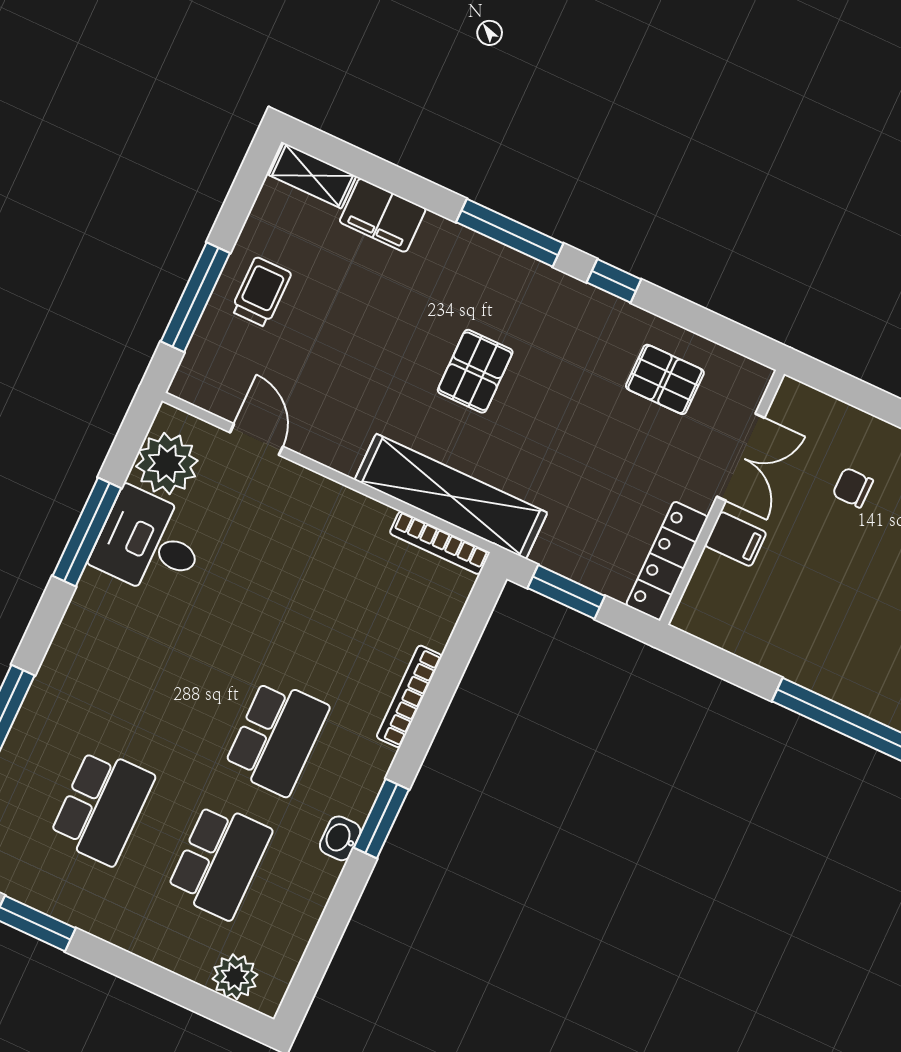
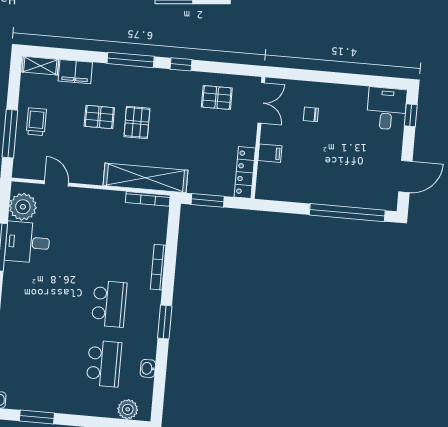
pallet: (399, 331) -> (99, 117), added
double door: (741, 457) -> (261, 103), moved
school desk: (102, 807) -> (47, 359), removed
washbasin: (340, 838) -> (148, 368), moved

